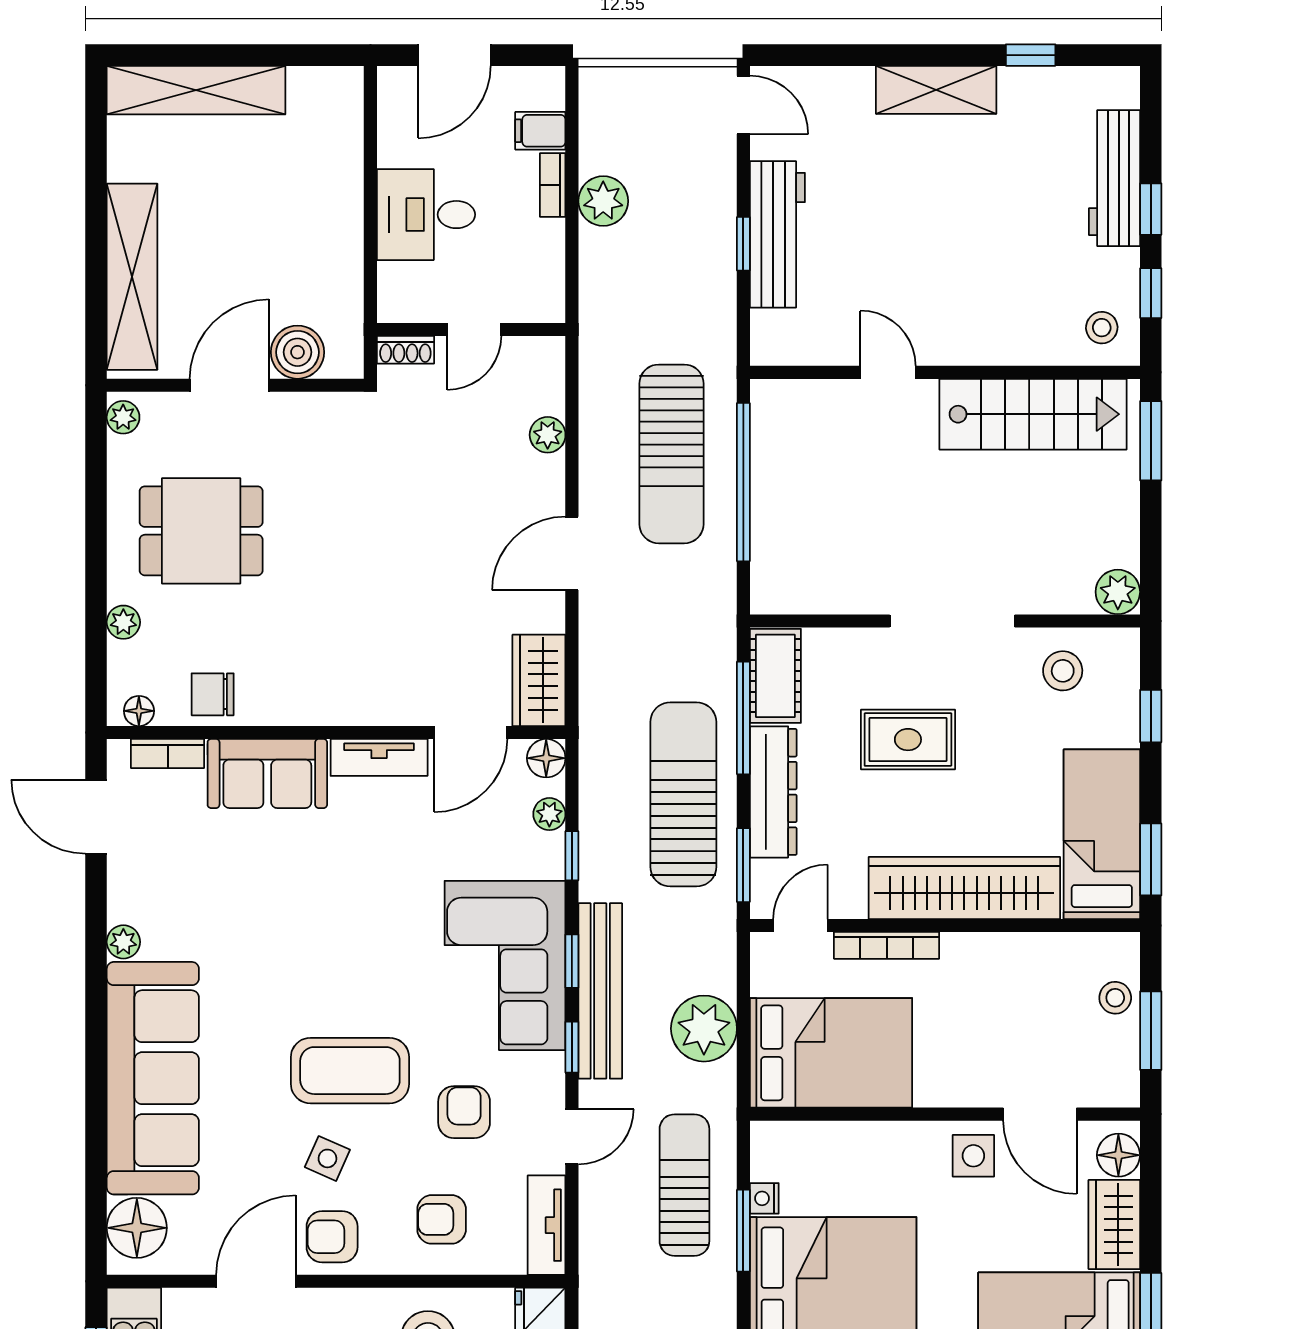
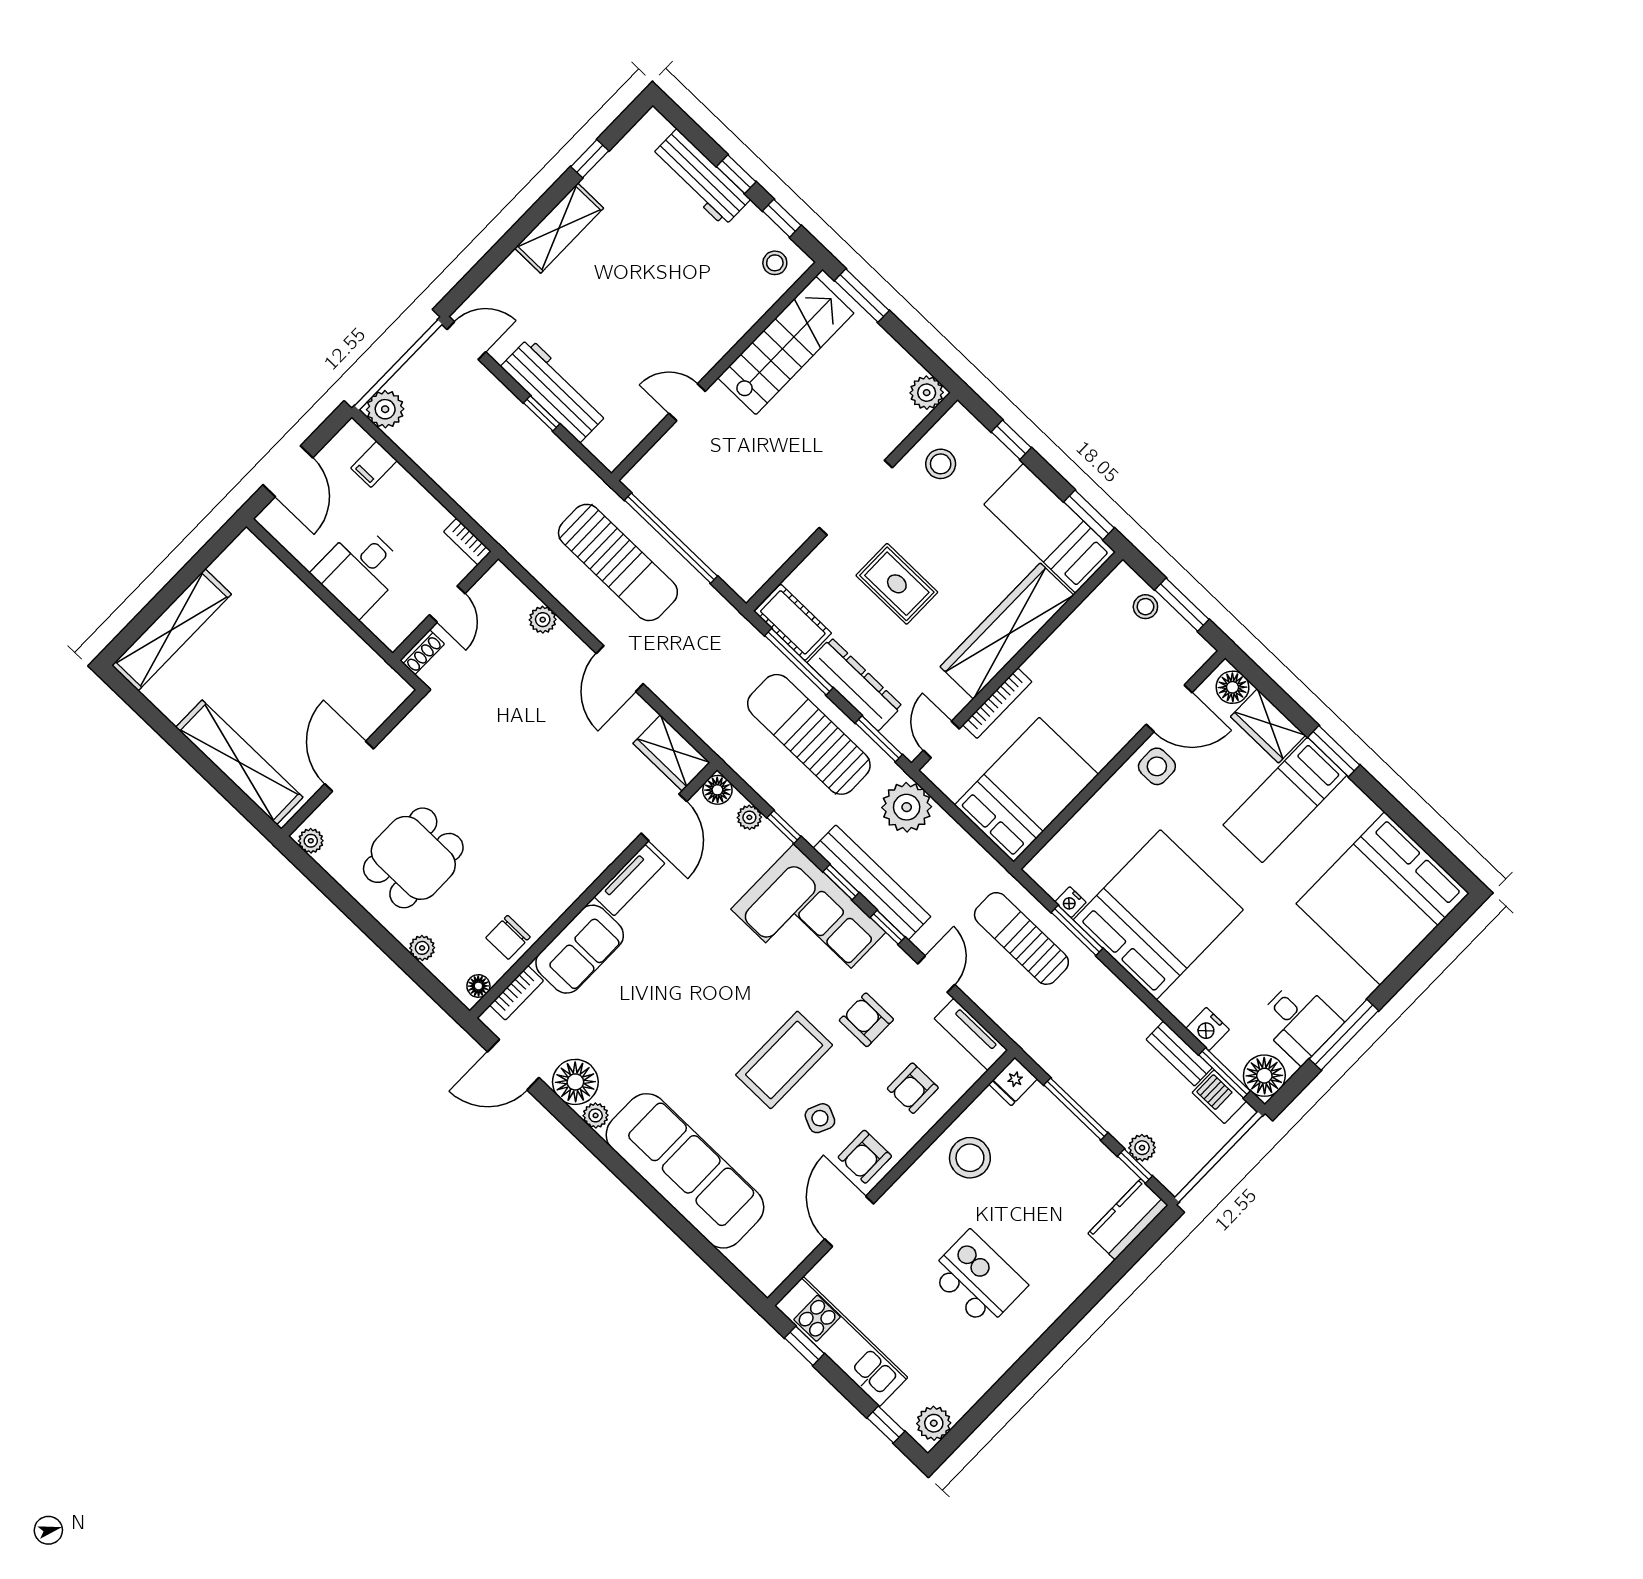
bookcase: (553, 185) -> (467, 542), moved
plant: (603, 201) -> (385, 409), moved
boiler: (297, 352) -> (367, 712), removed
rug: (908, 740) -> (897, 584), turned 90
plant: (704, 1029) -> (907, 807), moved
floor lamp: (137, 1228) -> (575, 1082), moved

